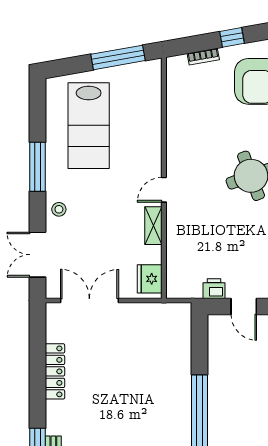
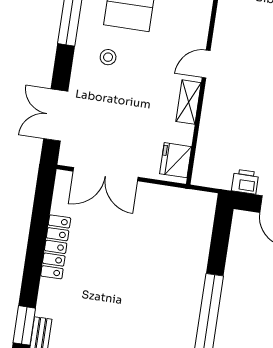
stool: (59, 209) -> (108, 57), moved
double door: (89, 300) -> (105, 174), swing flipped

